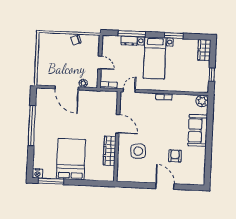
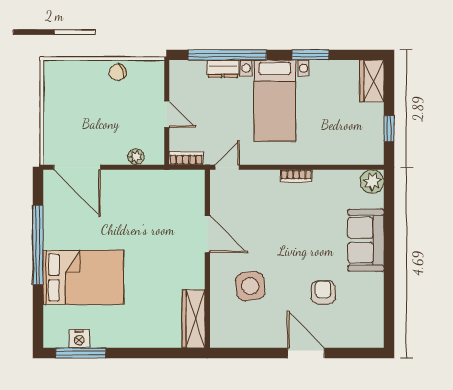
window: (132, 34) -> (227, 55), width x1.46
door: (67, 88) -> (77, 167), moved
wardrobe: (110, 151) -> (194, 319), moved
bed: (71, 159) -> (83, 277), moved, turned 90
nightstand: (37, 173) -> (79, 339), moved

